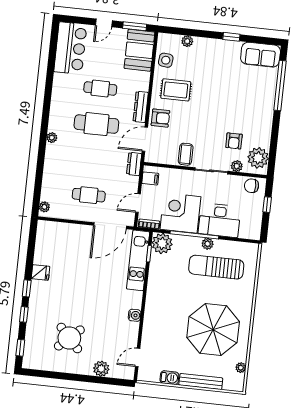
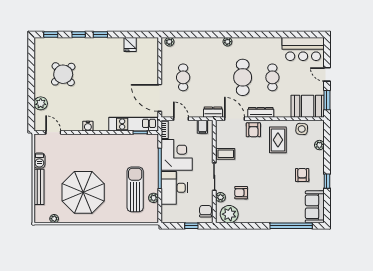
armchair: (221, 66) -> (302, 175), added
plant: (162, 243) -> (150, 142), removed
plant: (208, 244) -> (154, 198), moved
fridge: (41, 272) -> (130, 44), moved

